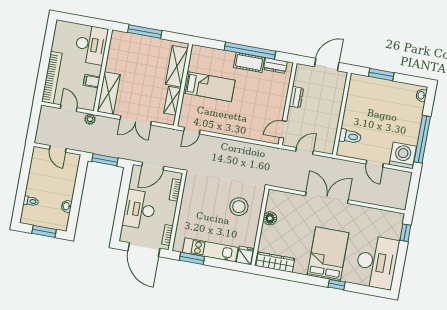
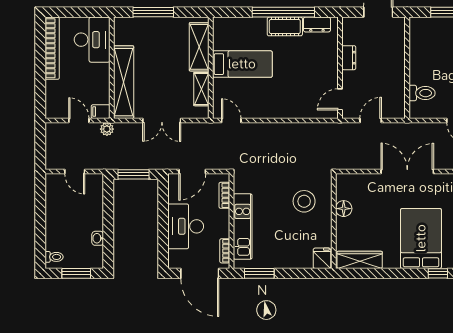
bookcase: (52, 77) -> (52, 48), moved
filing cabinet: (92, 81) -> (101, 112), moved
shelving: (109, 93) -> (124, 82), width x1.47
door: (192, 131) -> (231, 120), swing flipped
toilet: (31, 201) -> (54, 257), moved
kitchen unit: (210, 250) -> (243, 226), moved, turned 90

